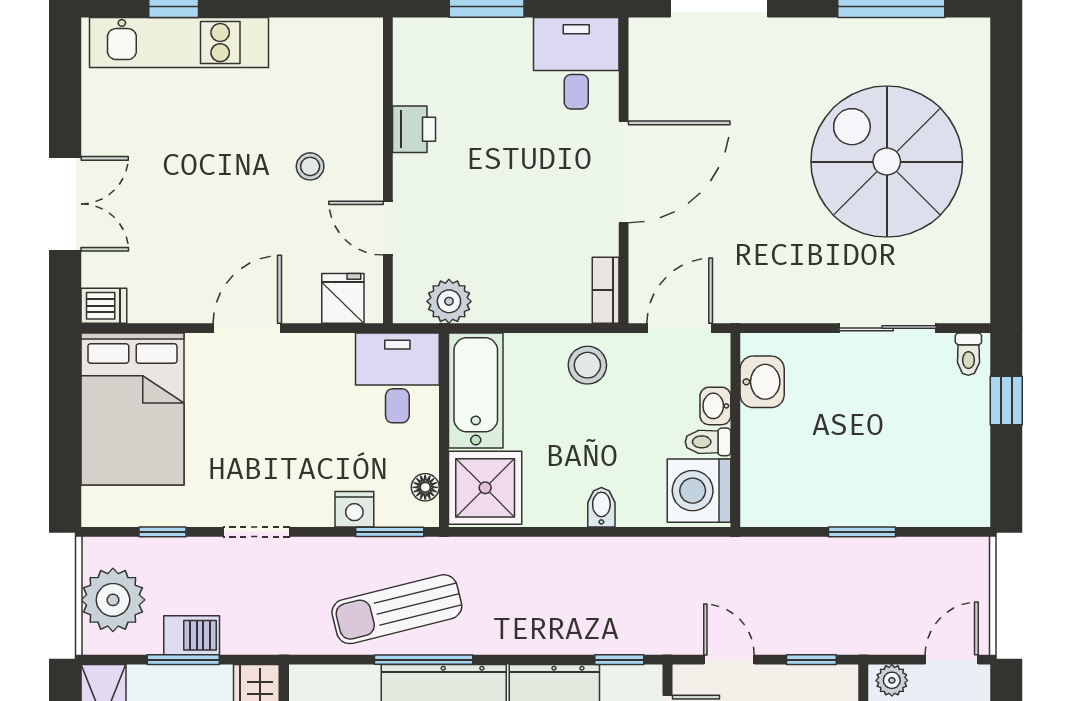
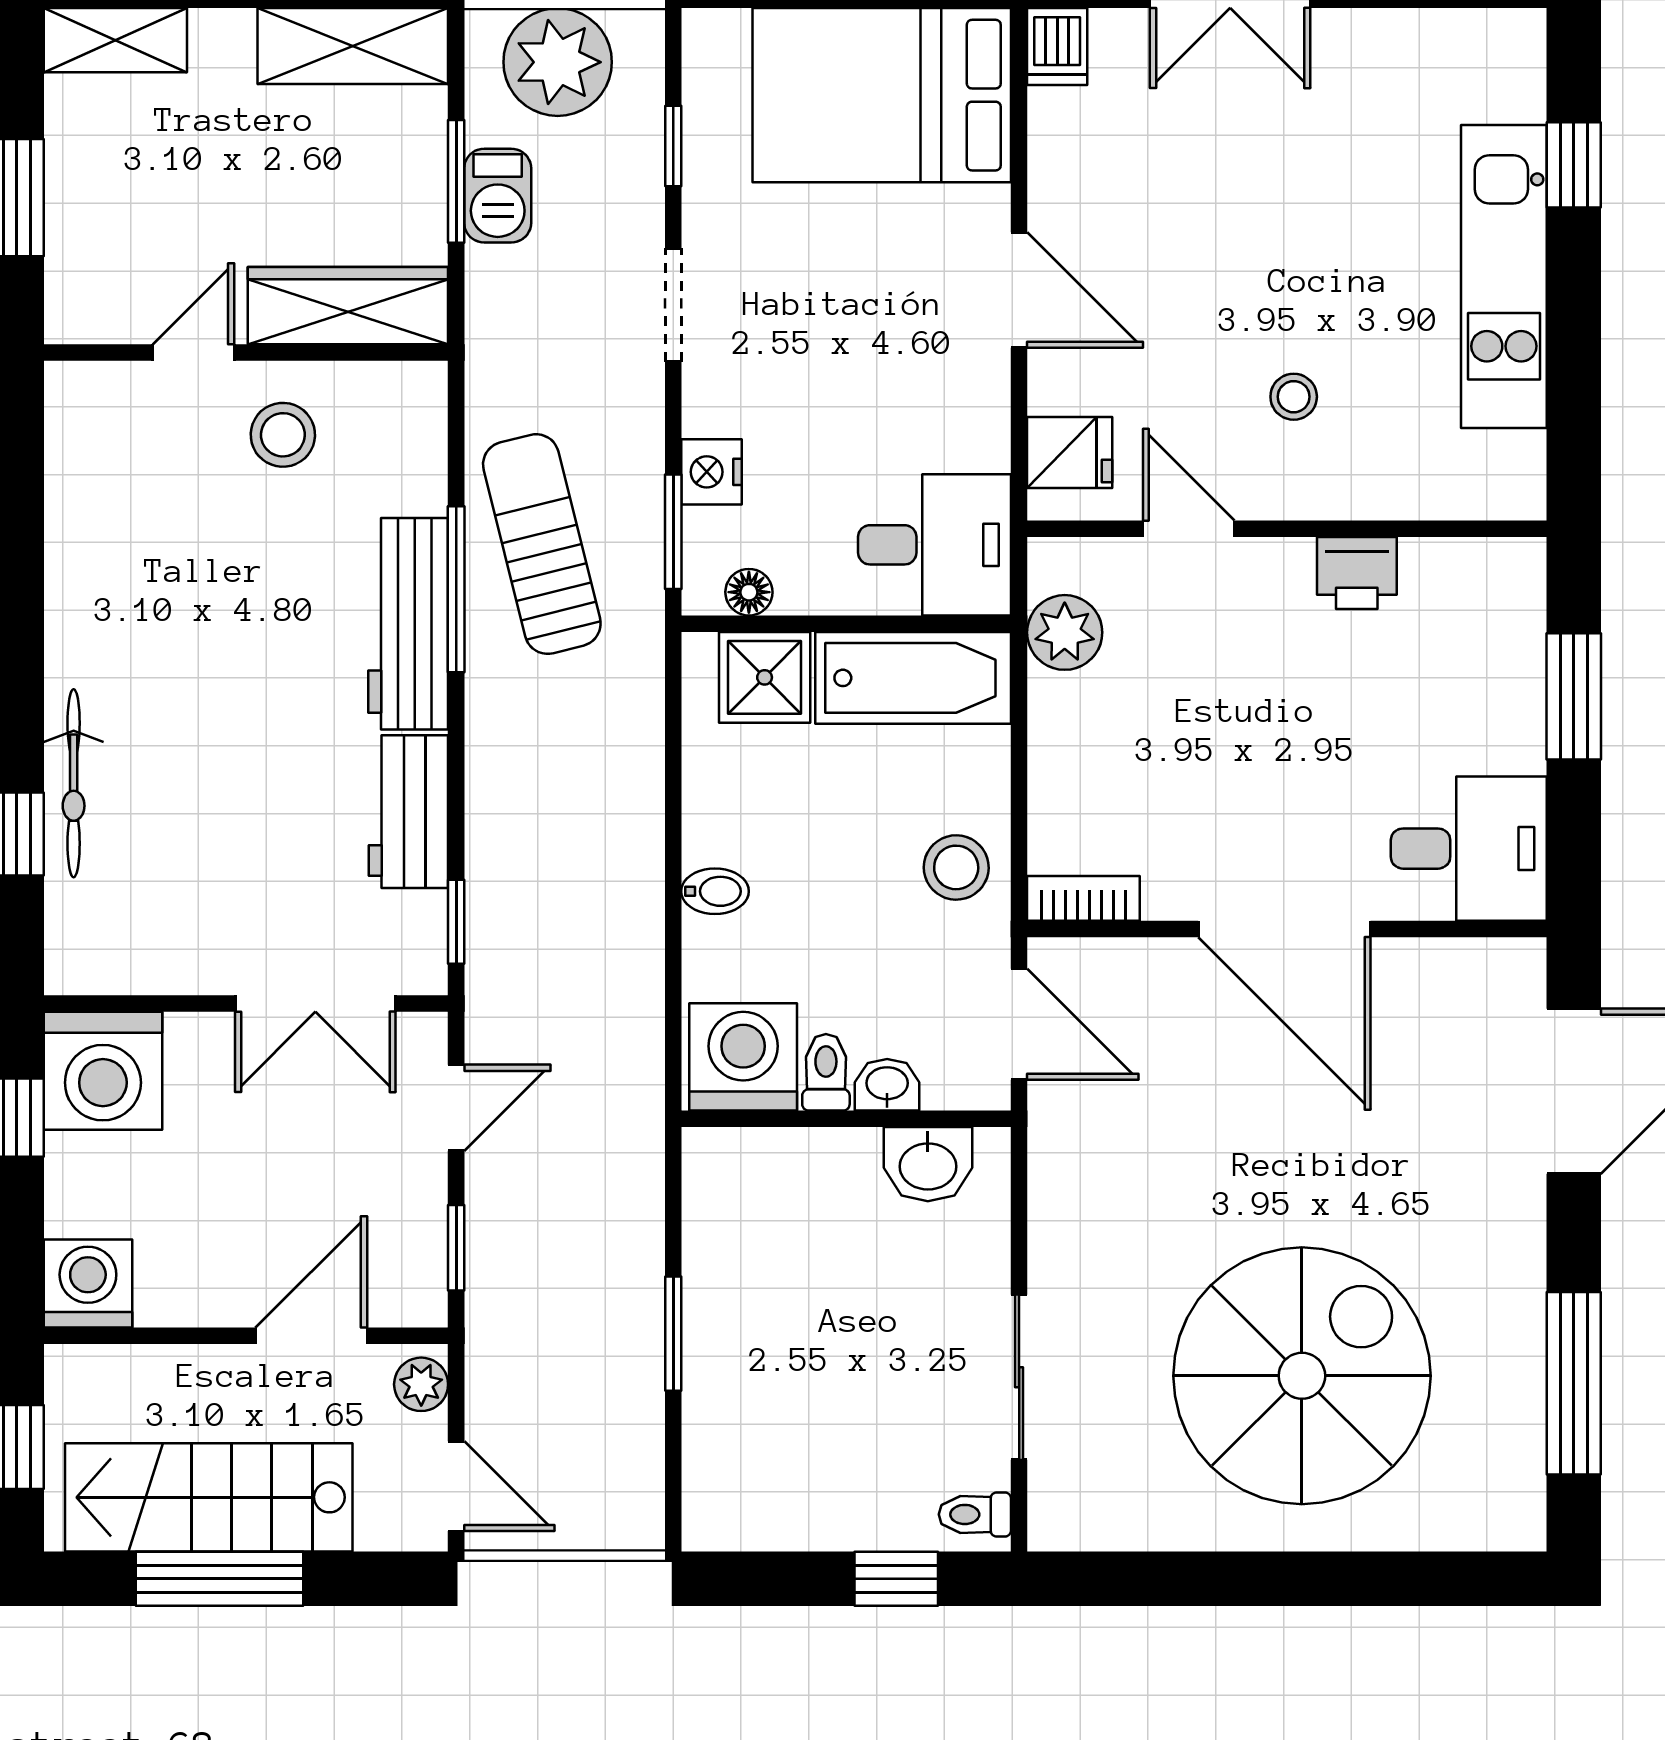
kitchen unit: (179, 43) -> (1504, 276), moved
door: (388, 228) -> (1189, 529), hinge flipped
shower: (485, 488) -> (765, 677), width x0.73, depth x0.73

